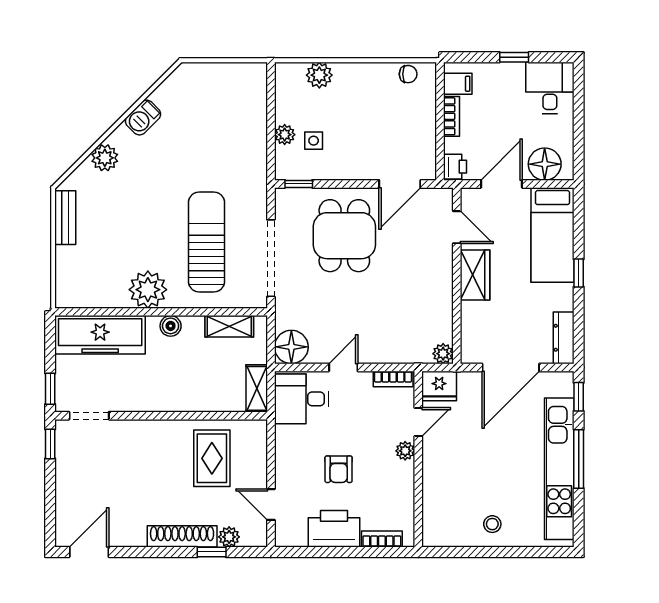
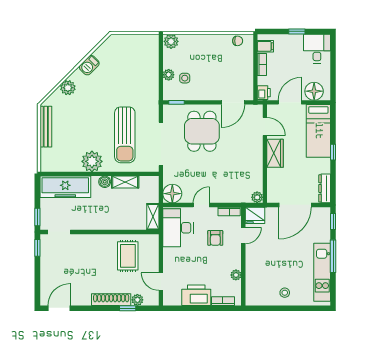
plant: (319, 75) -> (171, 41), moved
bench: (65, 218) -> (46, 127), width x1.36
sun lounger: (206, 242) -> (125, 135), turned 180
shelving: (229, 326) -> (125, 182), moved
desk: (301, 399) -> (178, 228), width x1.37
plant: (405, 451) -> (236, 275), moved
armchair: (339, 469) -> (215, 238), moved
kitchen unit: (559, 469) -> (322, 272), width x0.73

